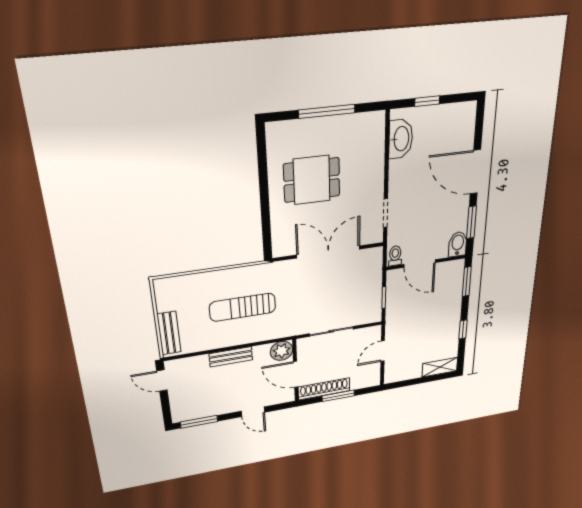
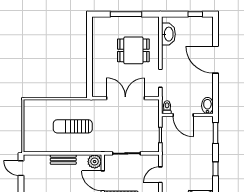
window: (427, 101) -> (195, 14), moved
dining table: (312, 180) -> (133, 50), moved
window: (471, 222) -> (216, 92), removed
bench: (169, 333) -> (29, 136), removed

